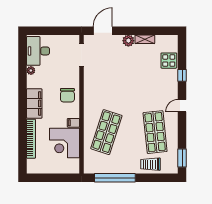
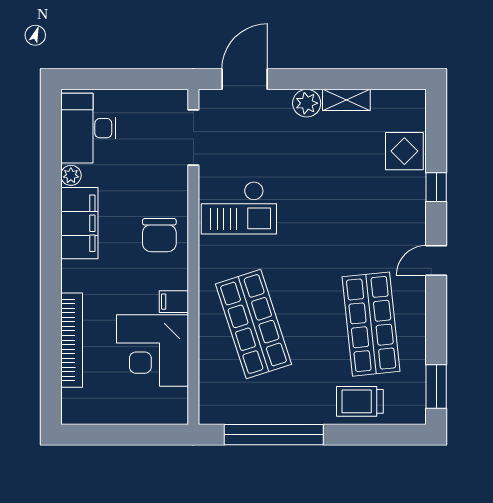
checkout: (100, 84) -> (239, 208), added
filing cabinet: (34, 103) -> (79, 223), moved
shop shelf: (106, 132) -> (253, 324), turned -36

